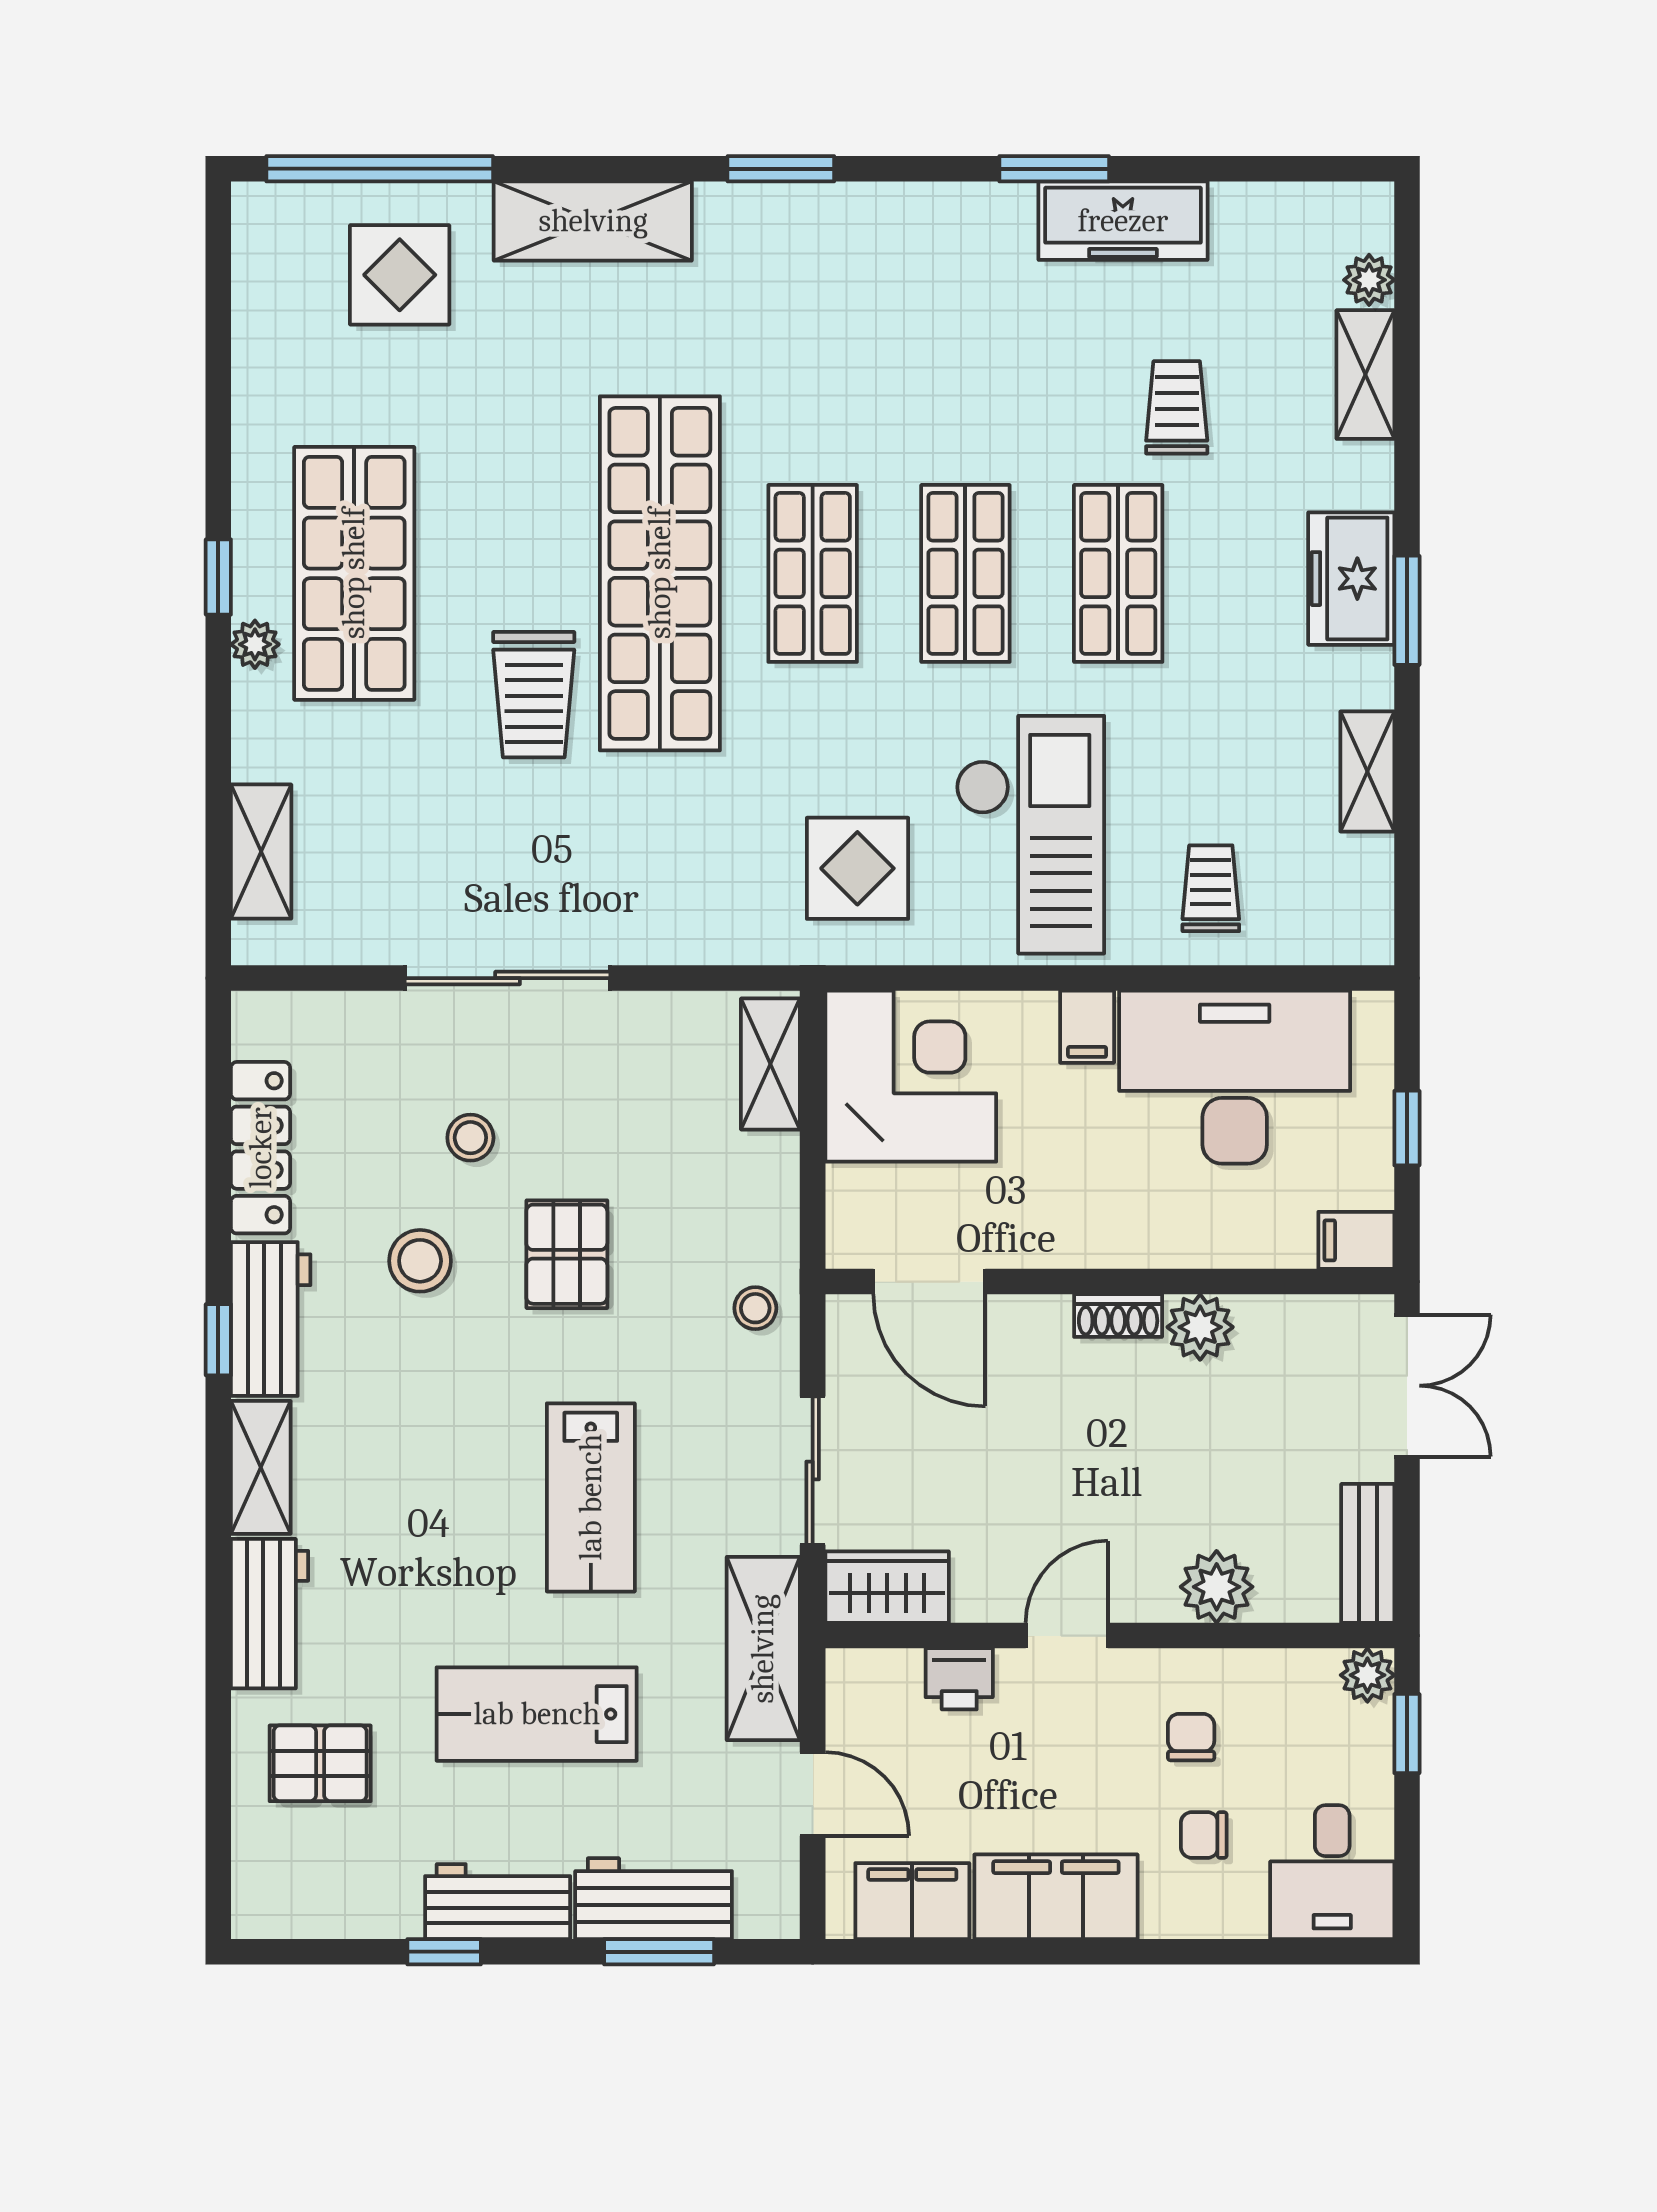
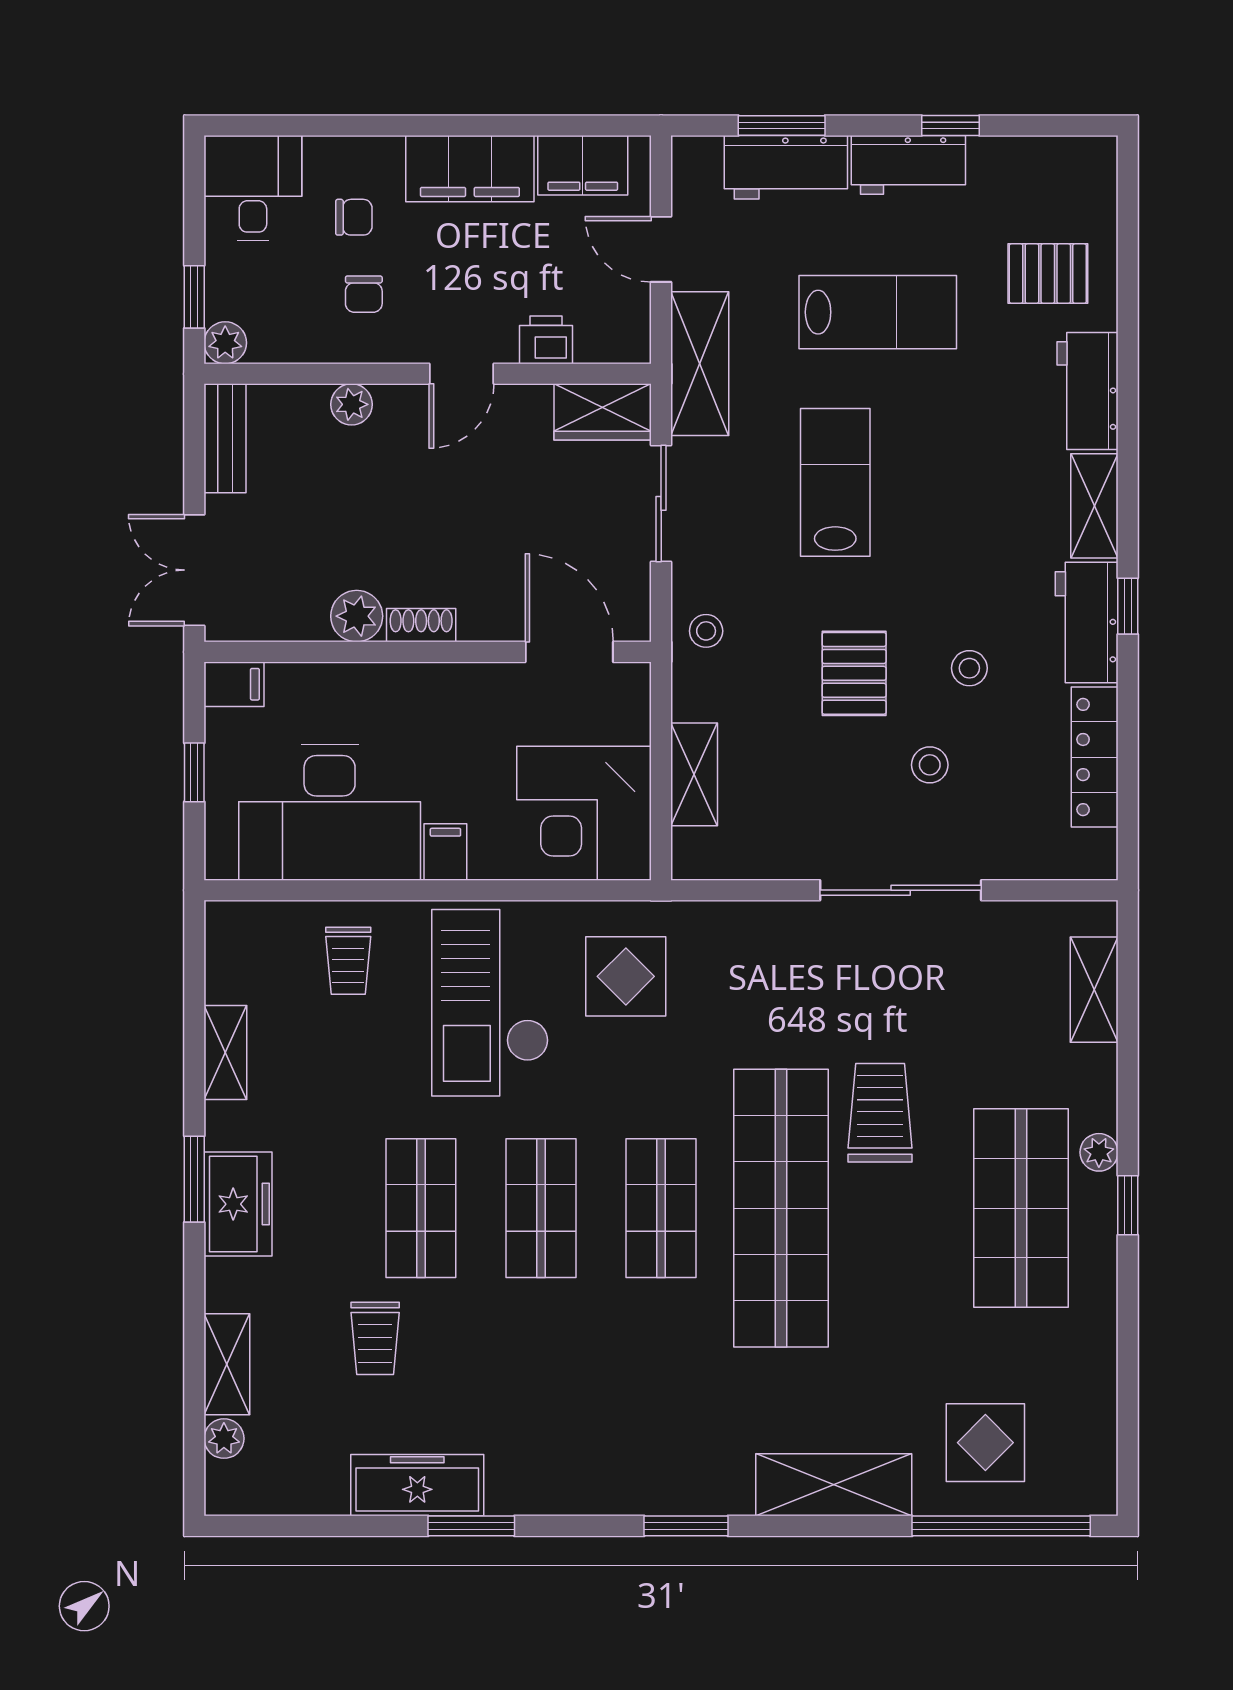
shelving: (770, 1064) -> (694, 774), moved
stool: (420, 1261) -> (969, 668), width x0.73, depth x0.73
plant: (1217, 1587) -> (352, 404), width x0.73, depth x0.73

